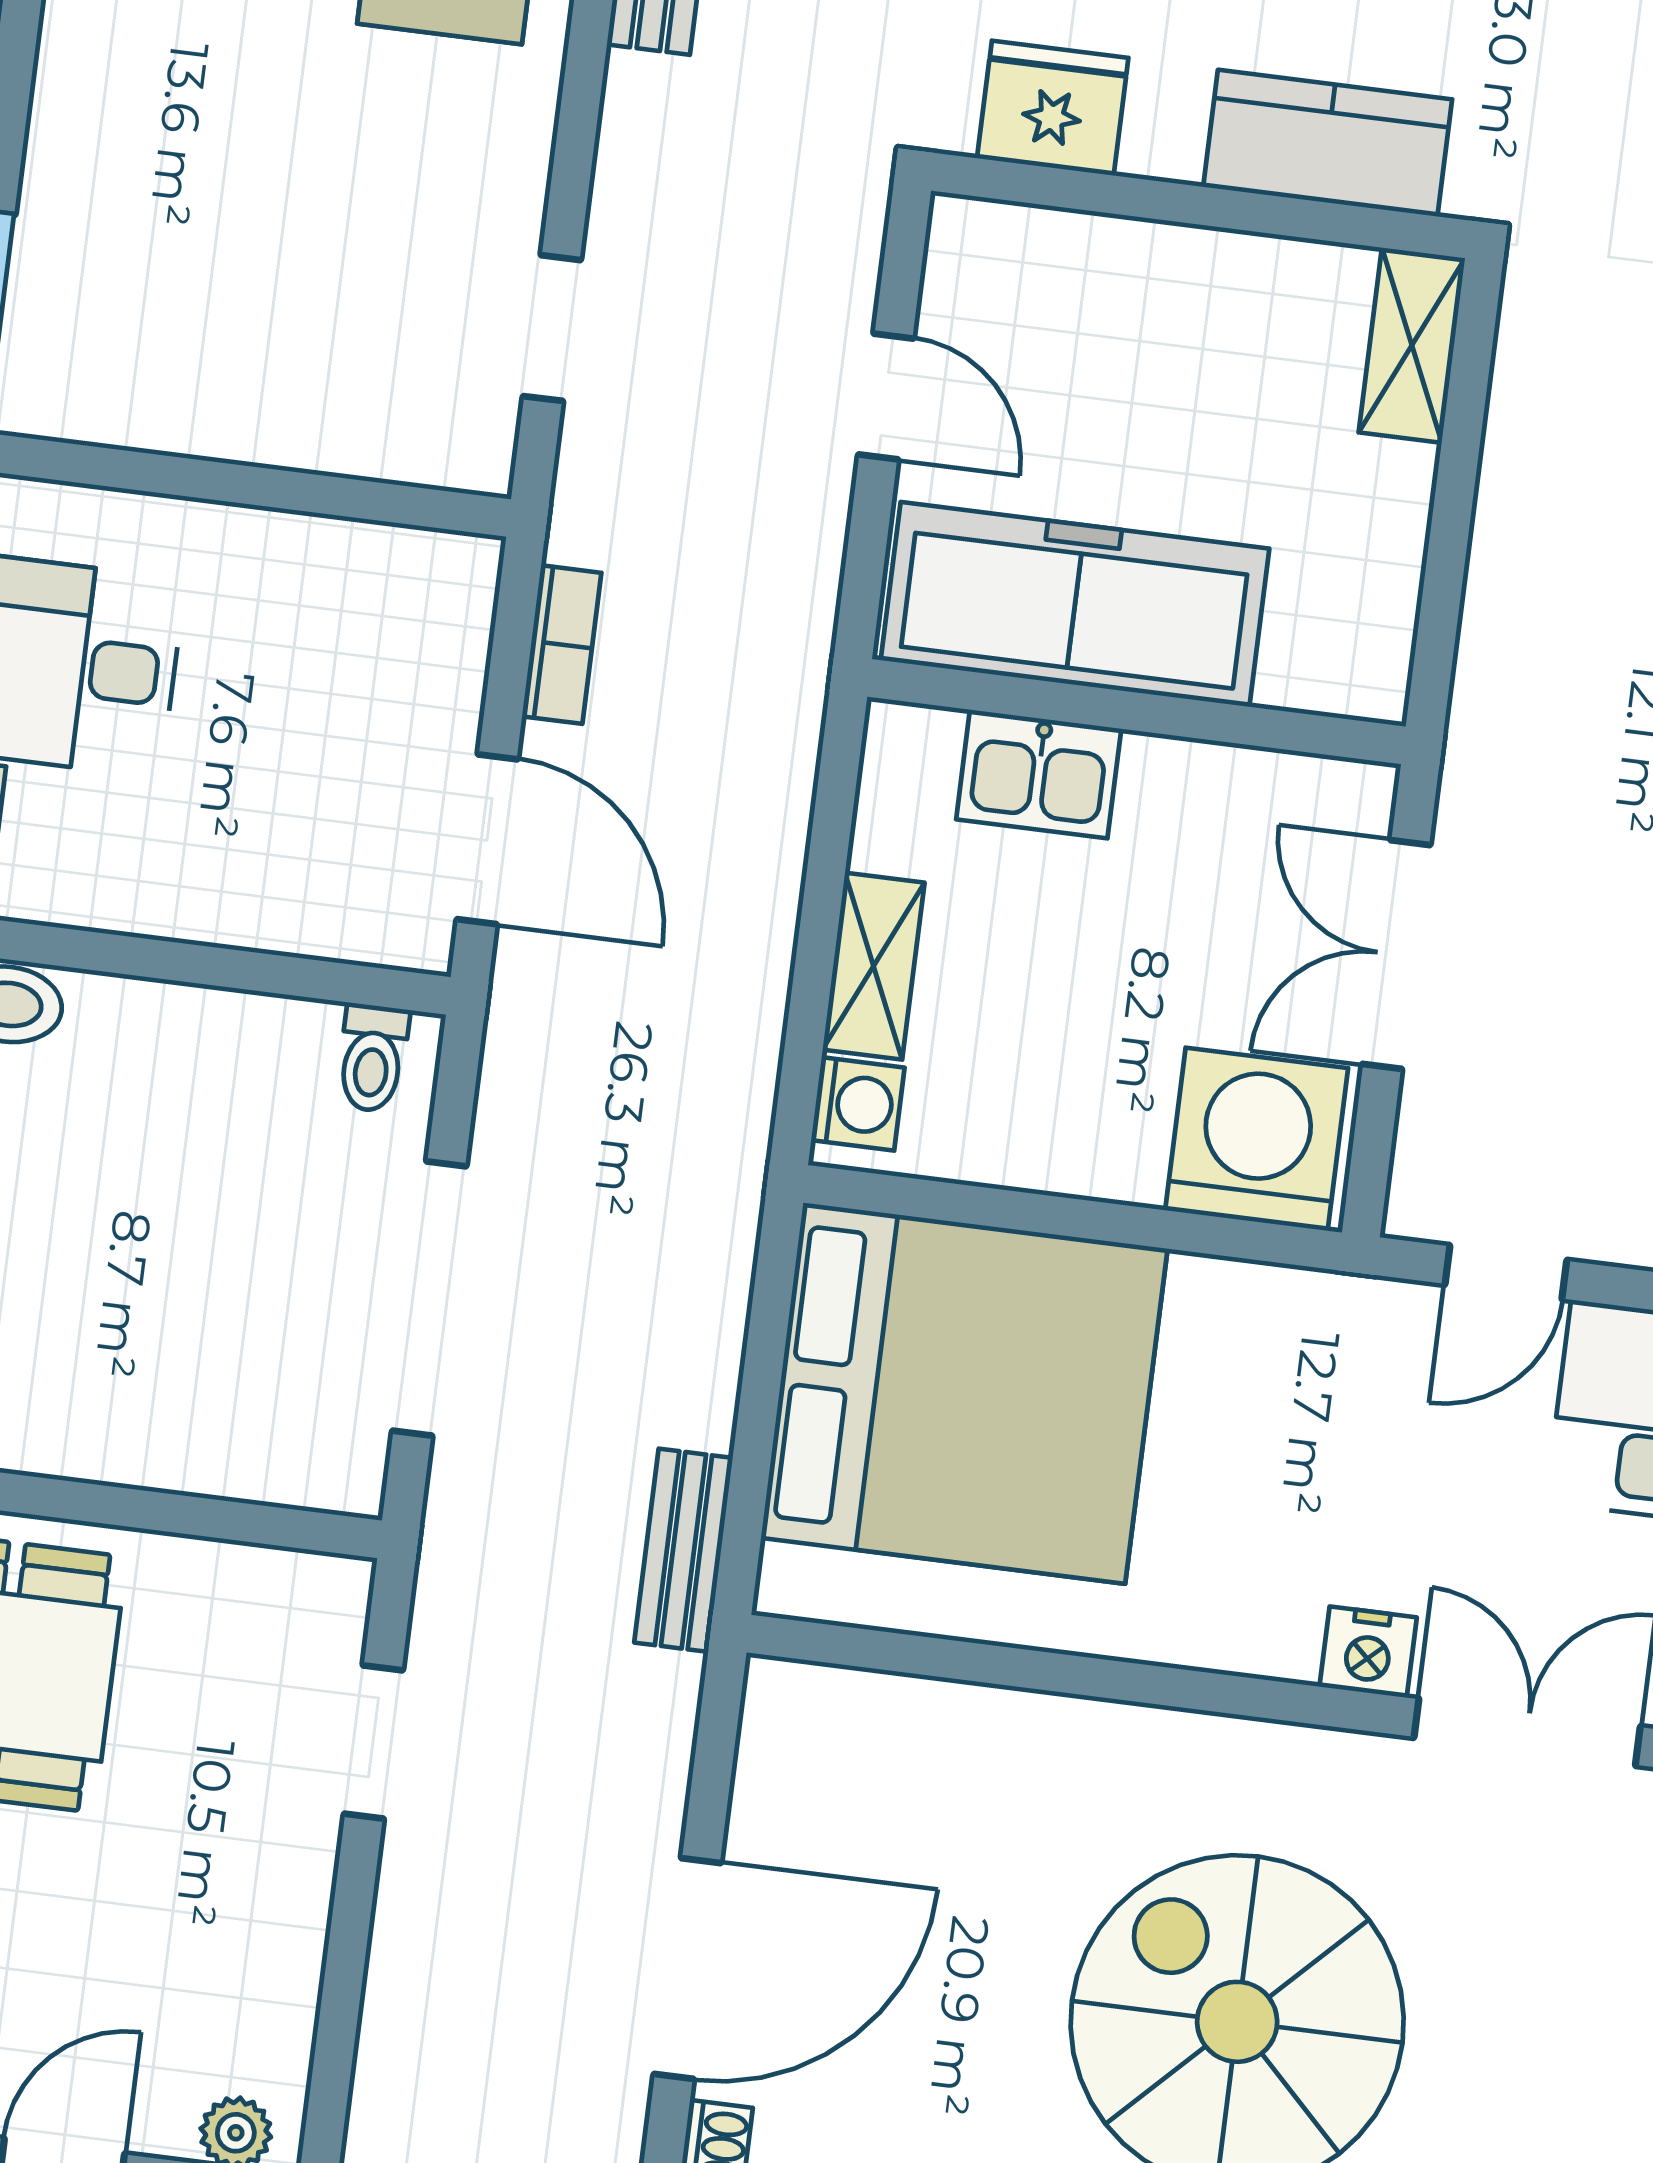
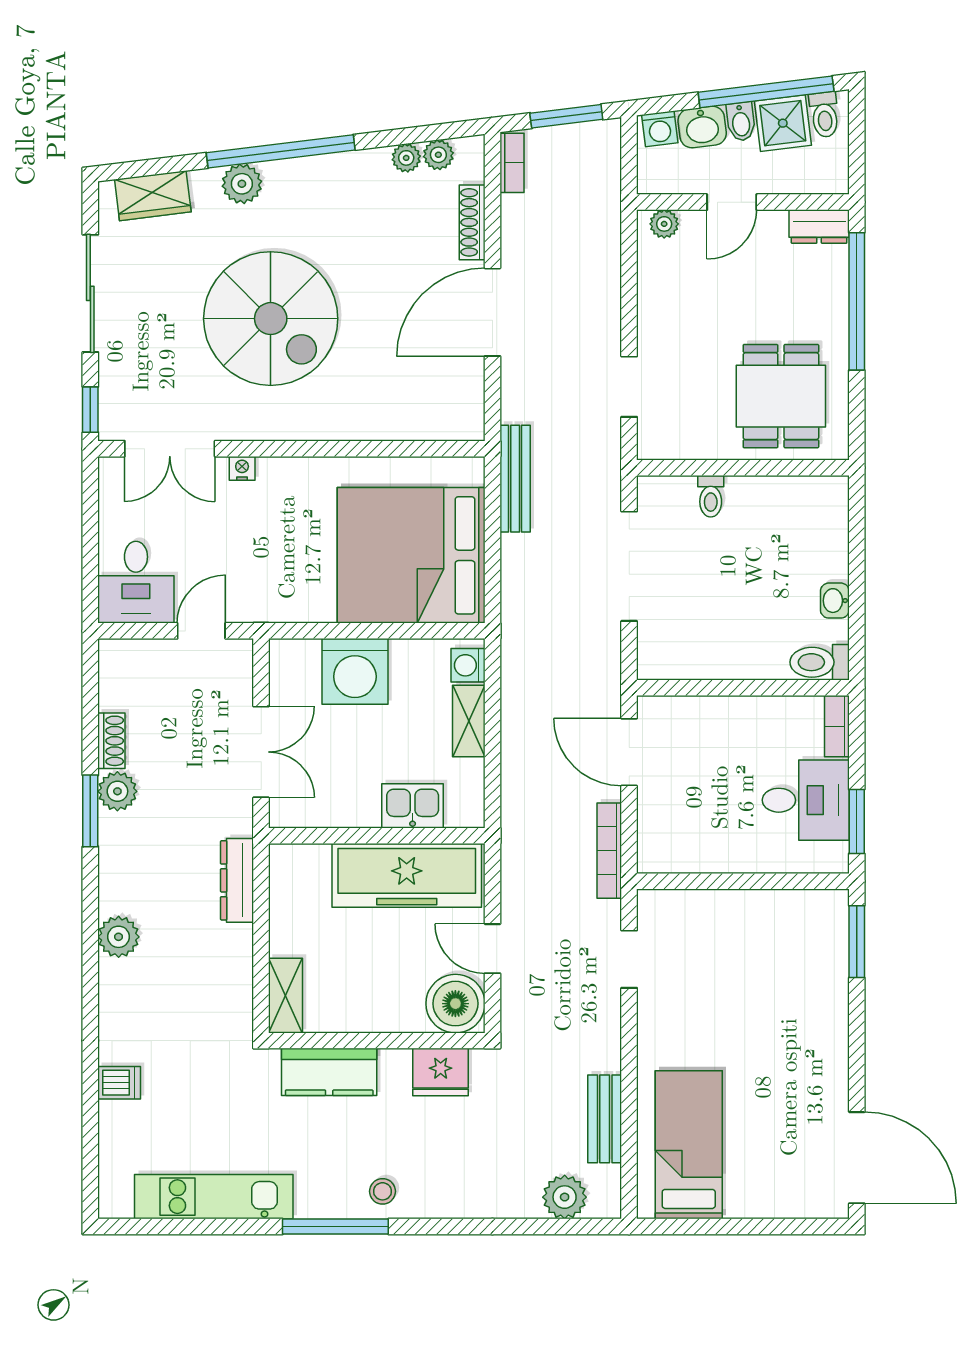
boiler: (995, 272) -> (455, 1004), added
bookcase: (562, 645) -> (609, 851), width x1.56
dresser: (1495, 645) -> (237, 880), added
toilet: (373, 1058) -> (711, 496), moved, turned 180
washing machine: (1257, 1139) -> (355, 671), moved
bench: (684, 1550) -> (515, 479), width x1.36
nightstand: (1368, 1652) -> (242, 468), width x0.72, depth x0.74

